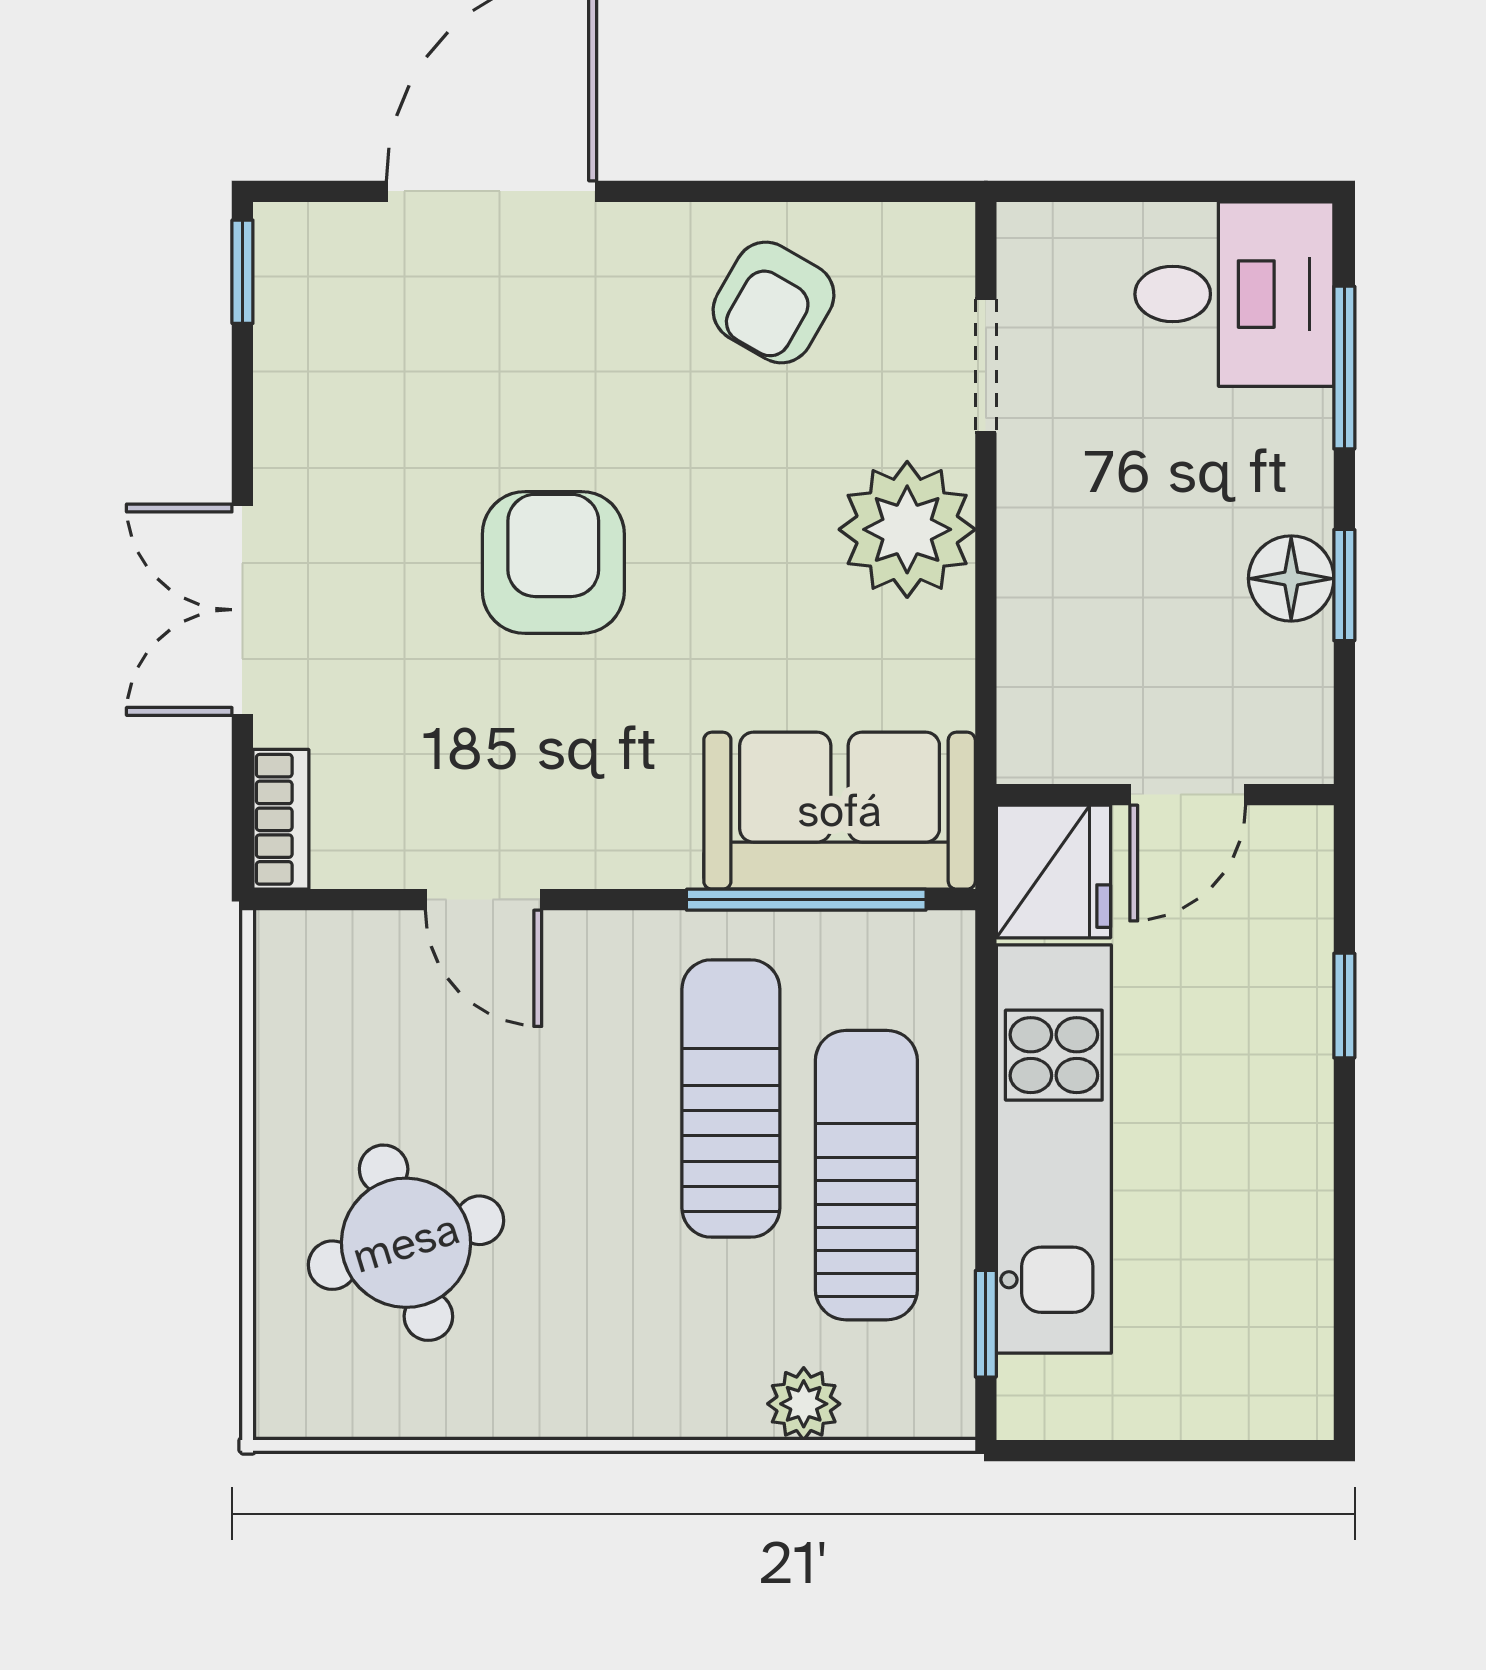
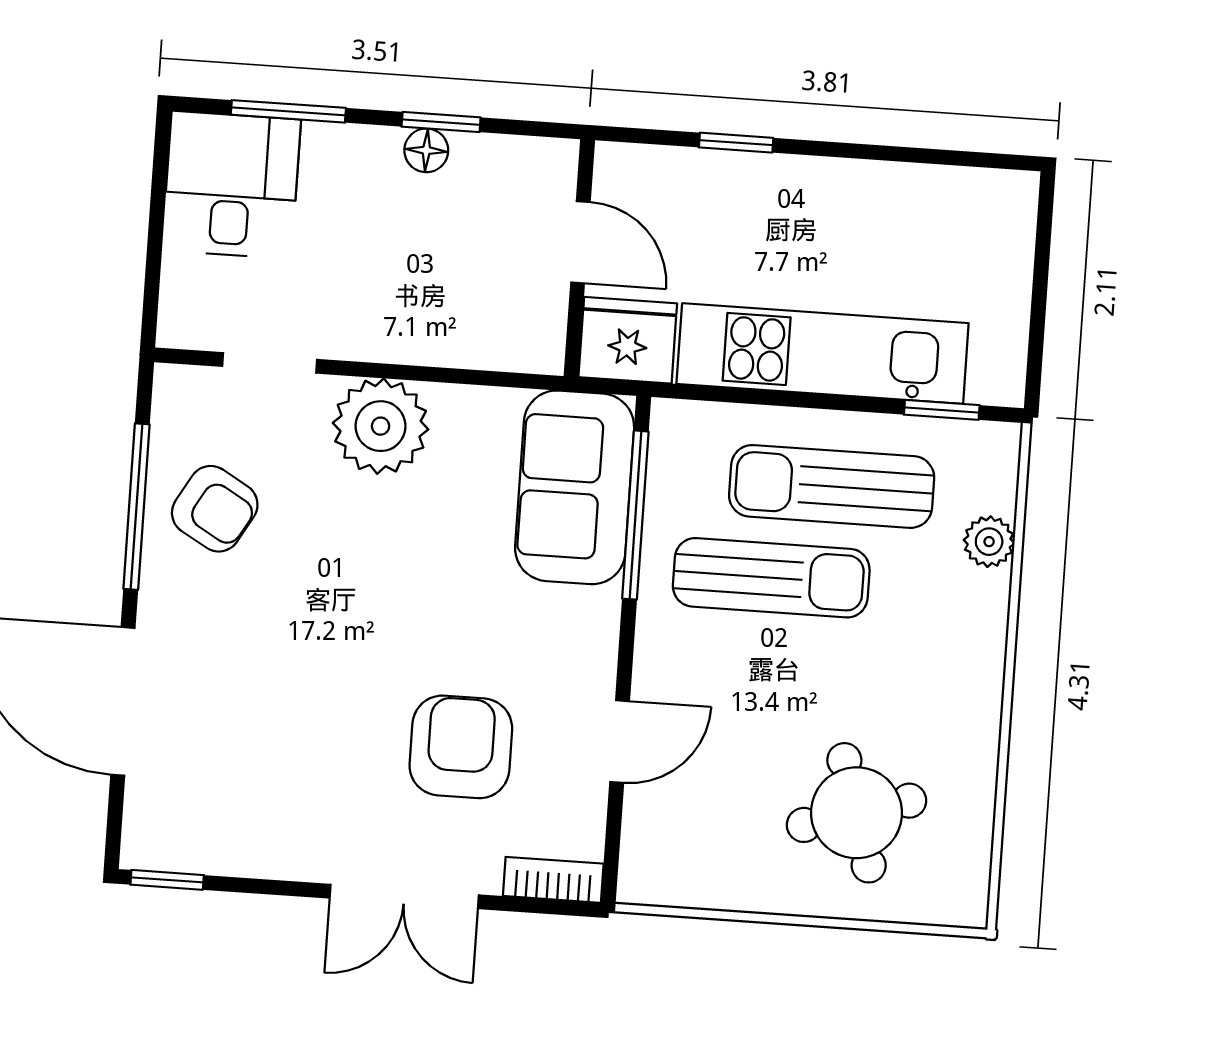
window: (769, 191) -> (136, 507), added
armchair: (553, 562) -> (461, 747), moved, turned 90
floor lamp: (1291, 579) -> (426, 150), width x0.73, depth x0.73
sun lounger: (731, 1099) -> (771, 578), turned 180

